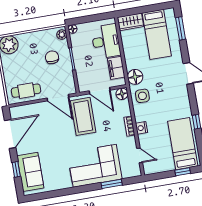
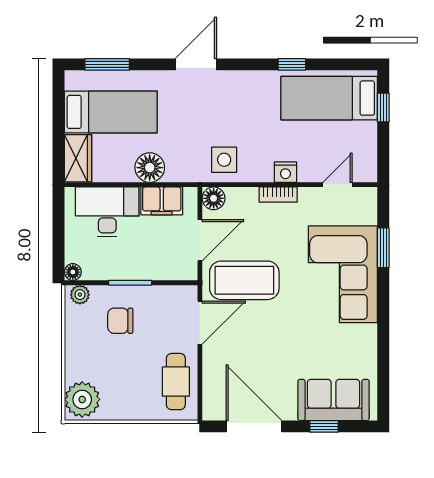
floor lamp: (135, 77) -> (150, 168), moved

